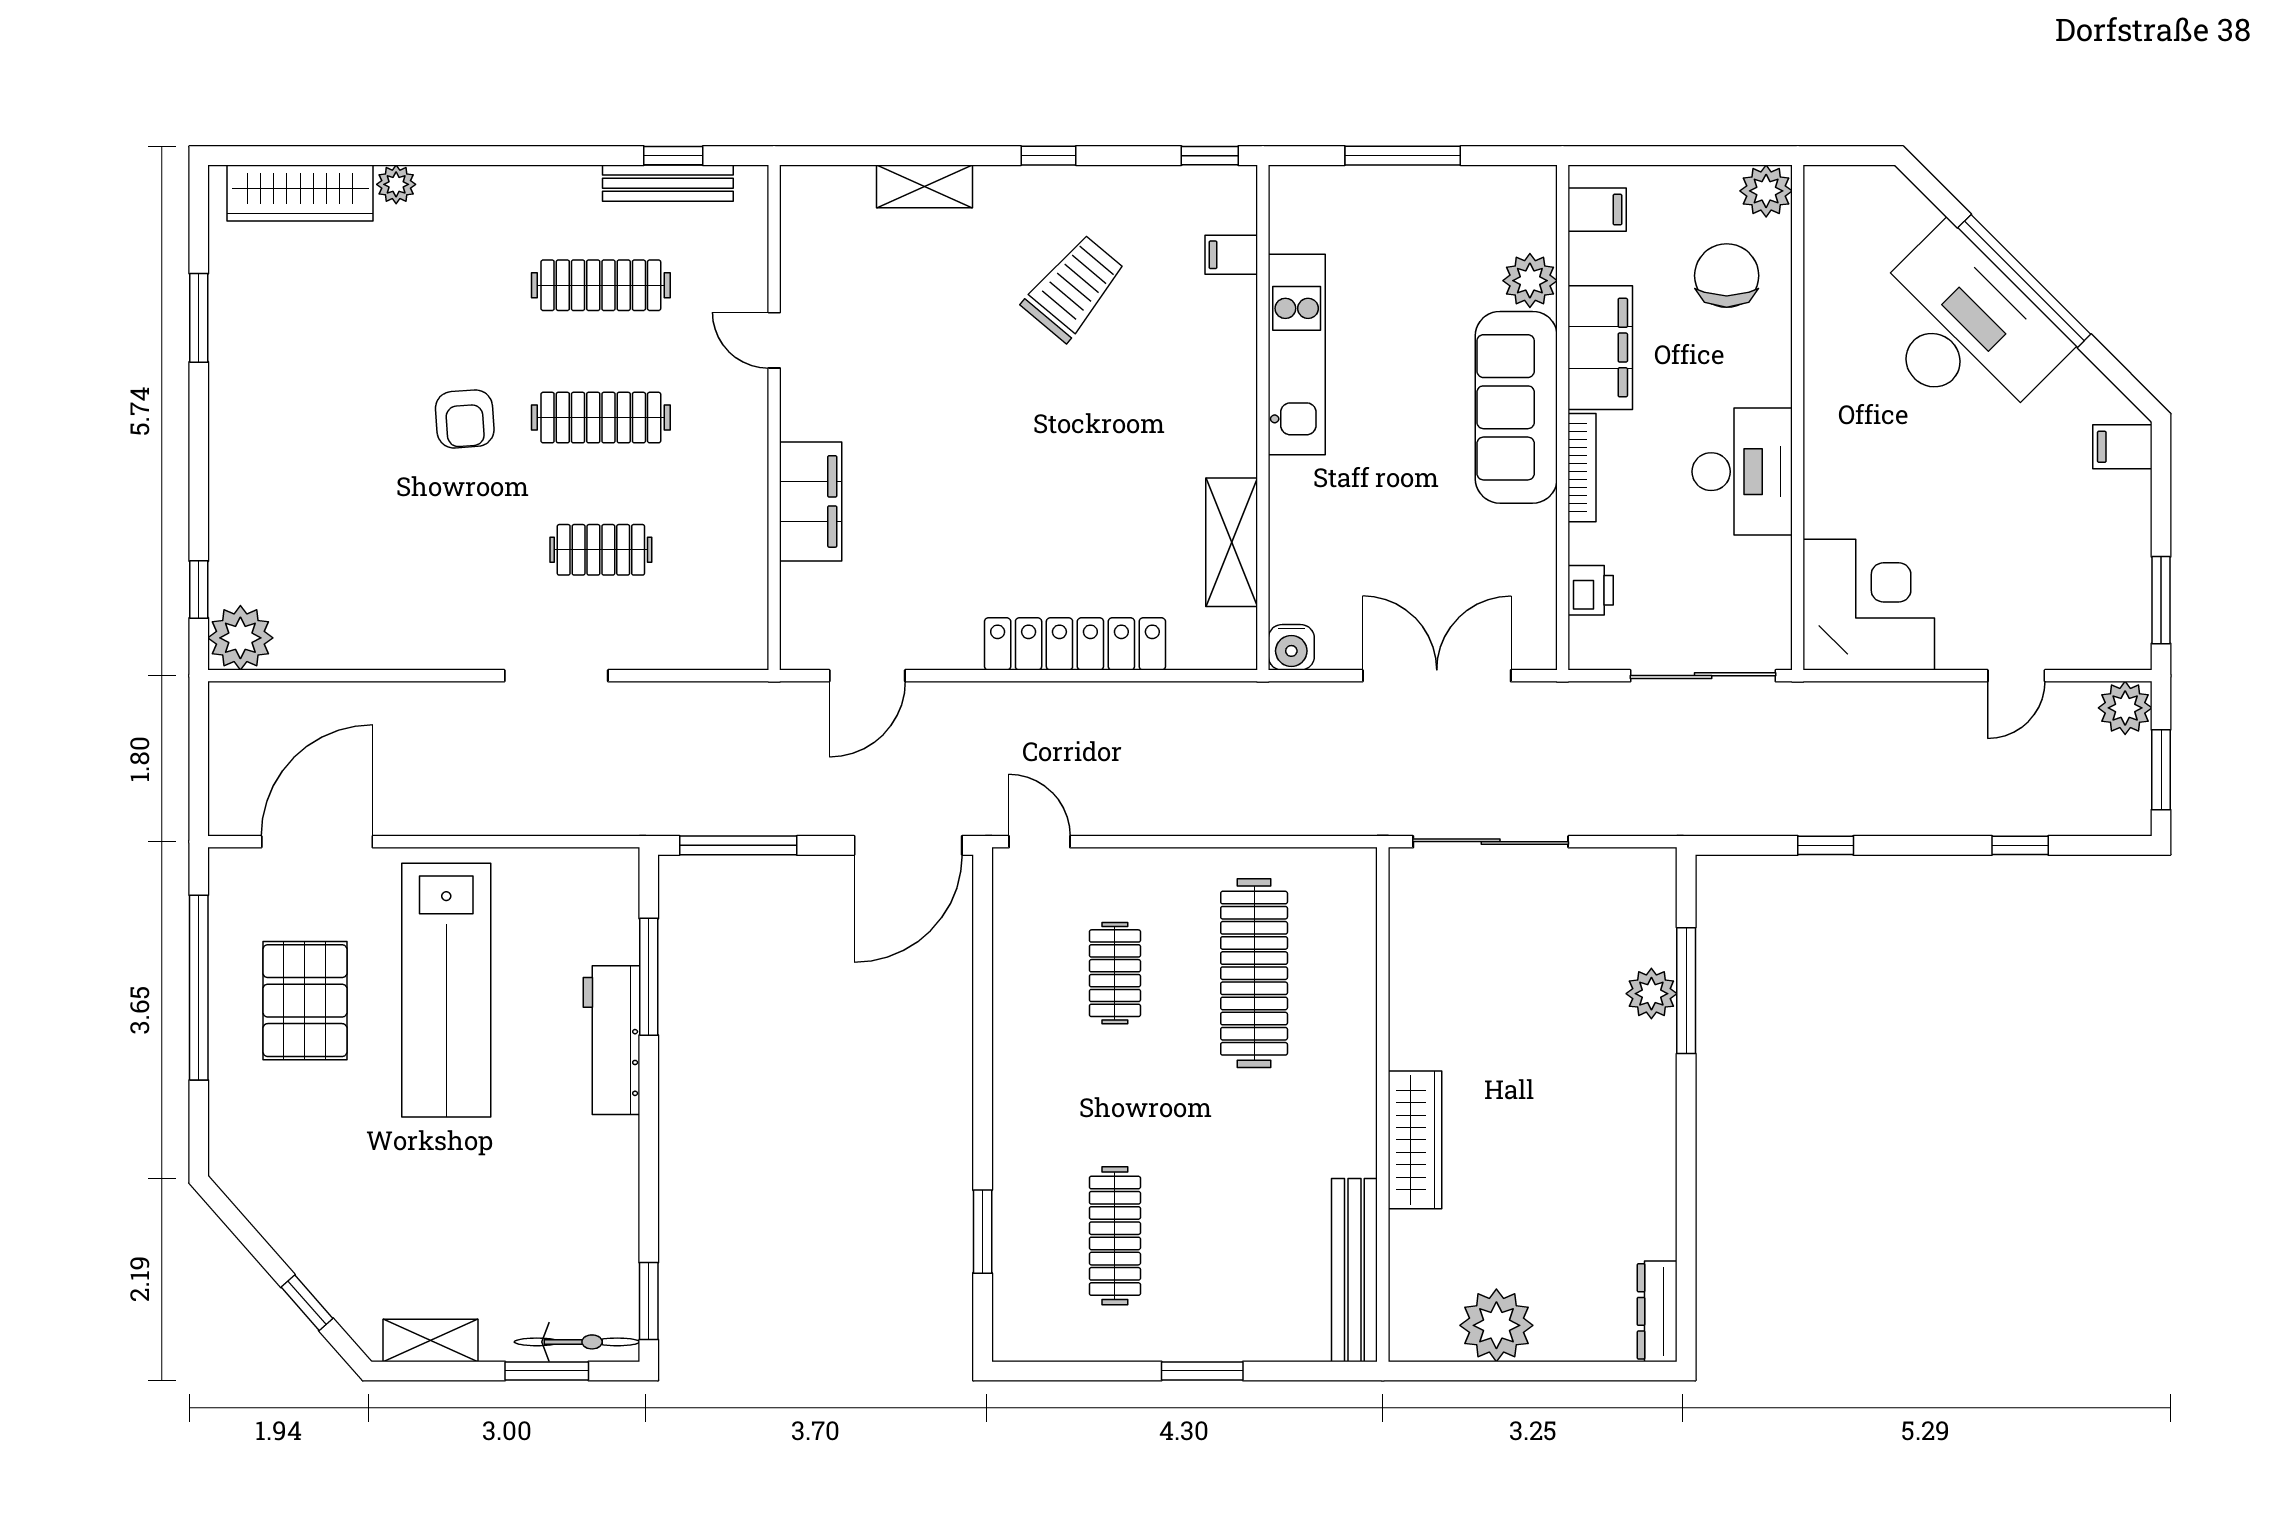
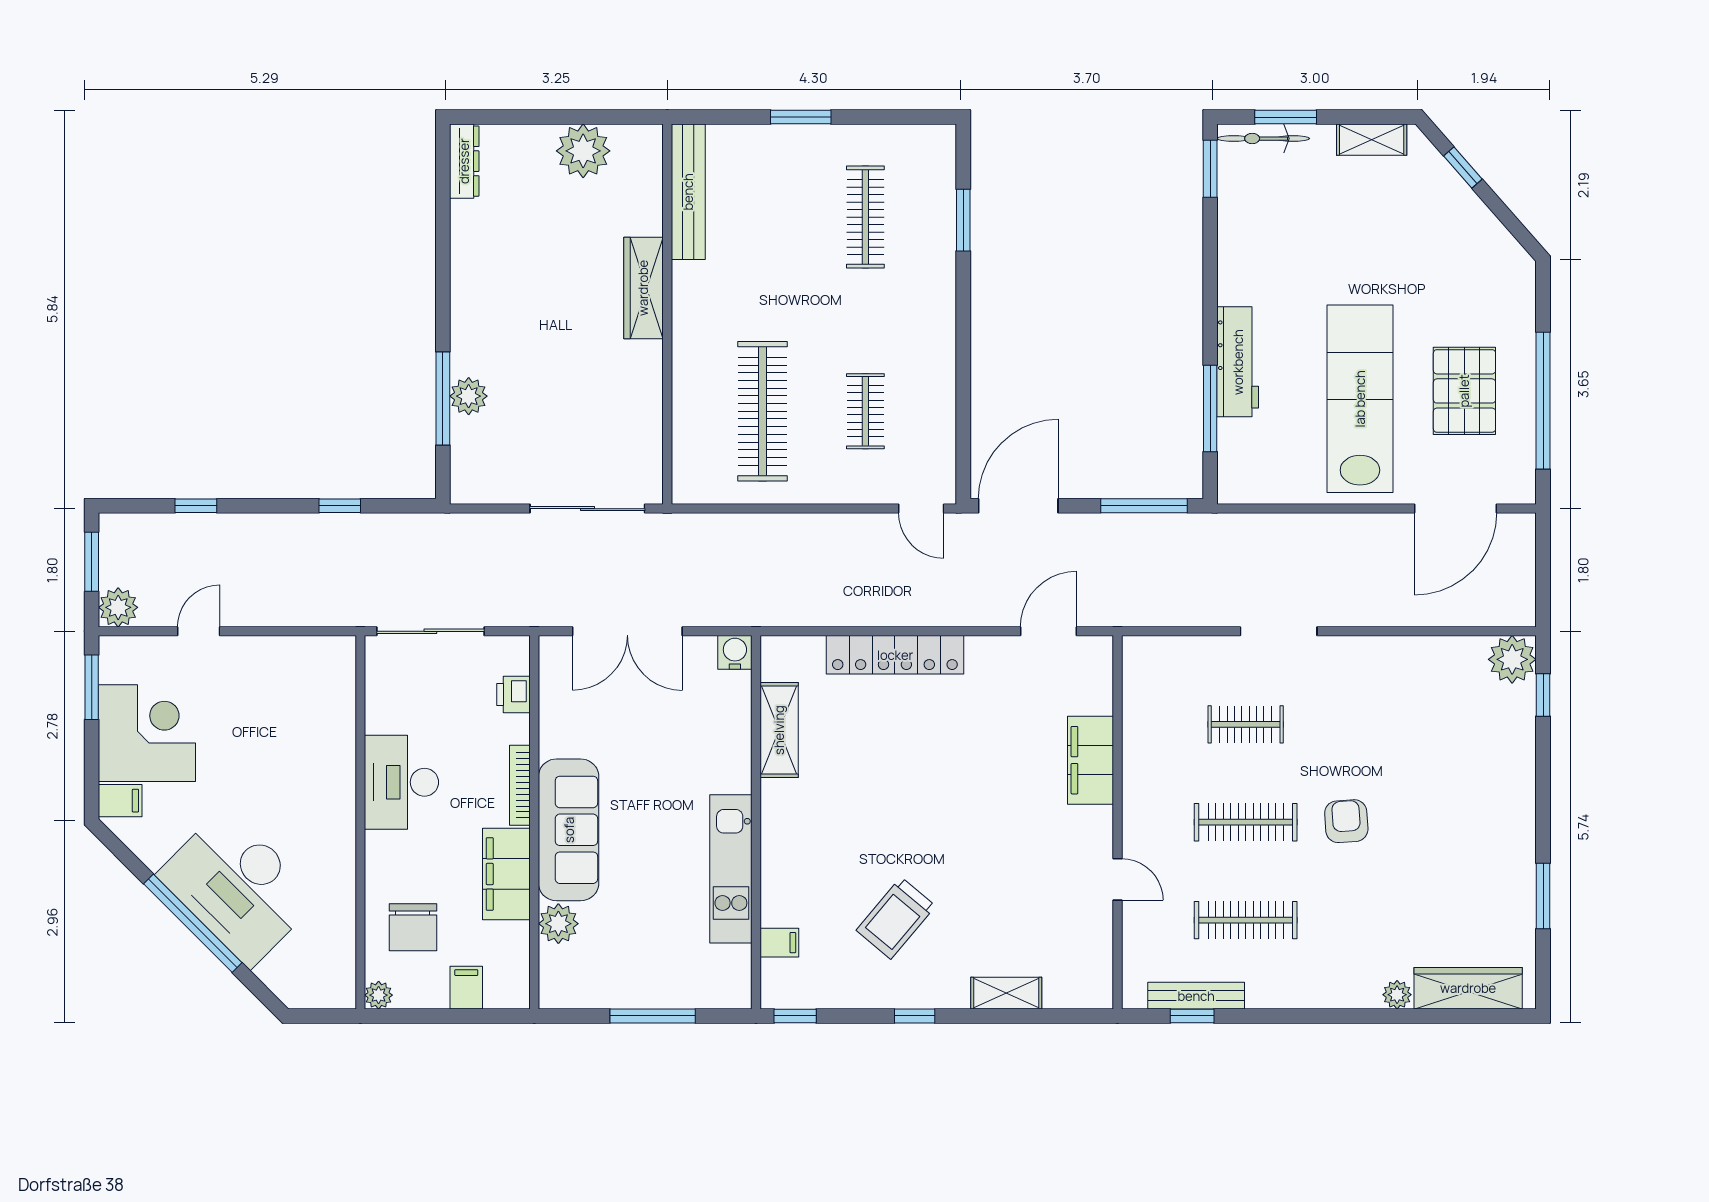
plant: (1766, 191) -> (379, 995), width x0.73, depth x0.73
filing cabinet: (1597, 210) -> (466, 988), moved, turned 90
corner desk: (1869, 605) -> (147, 733), moved, turned 180

